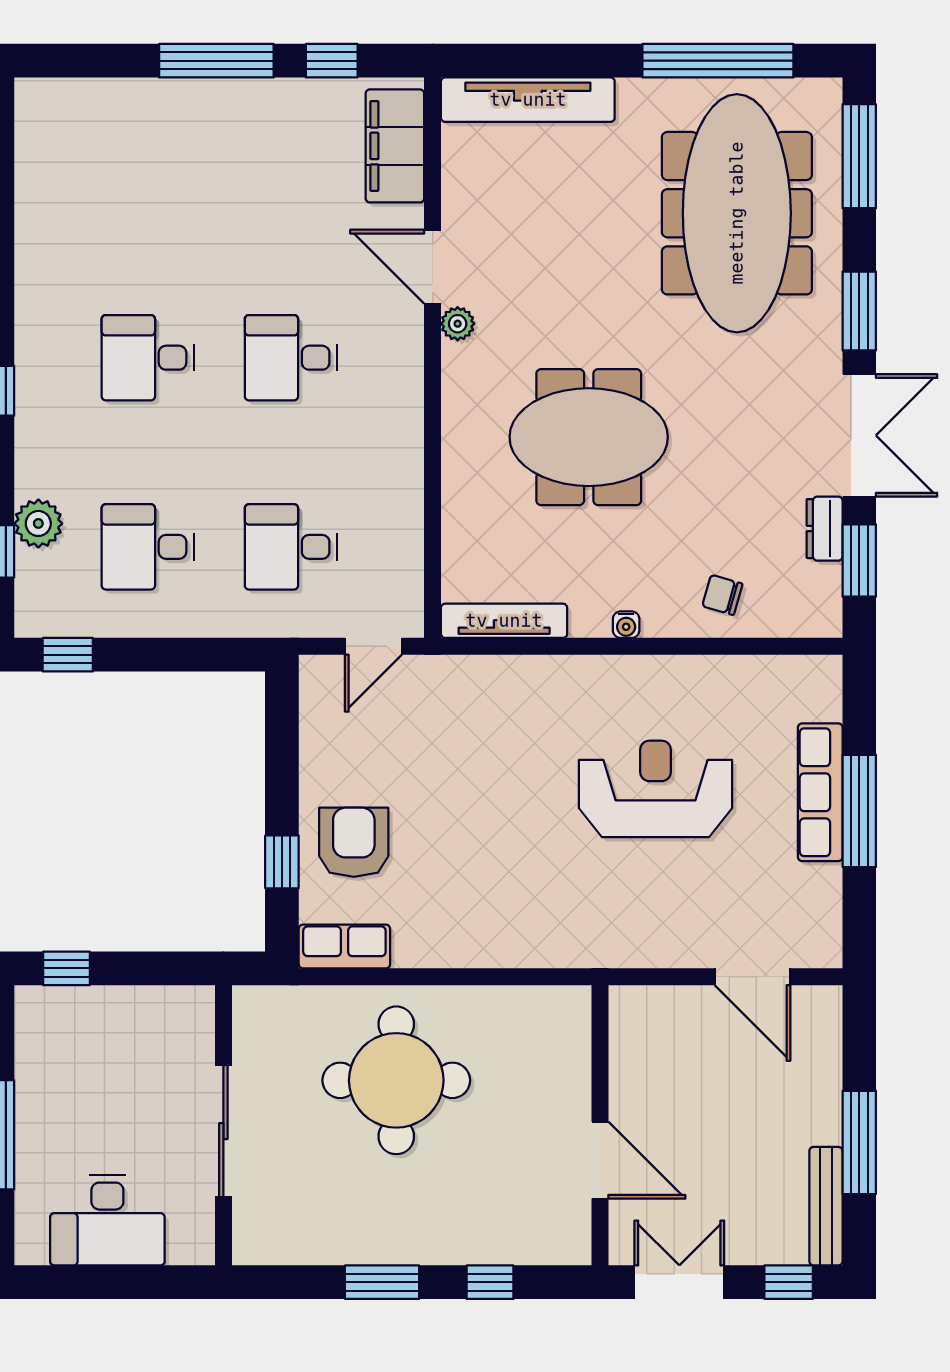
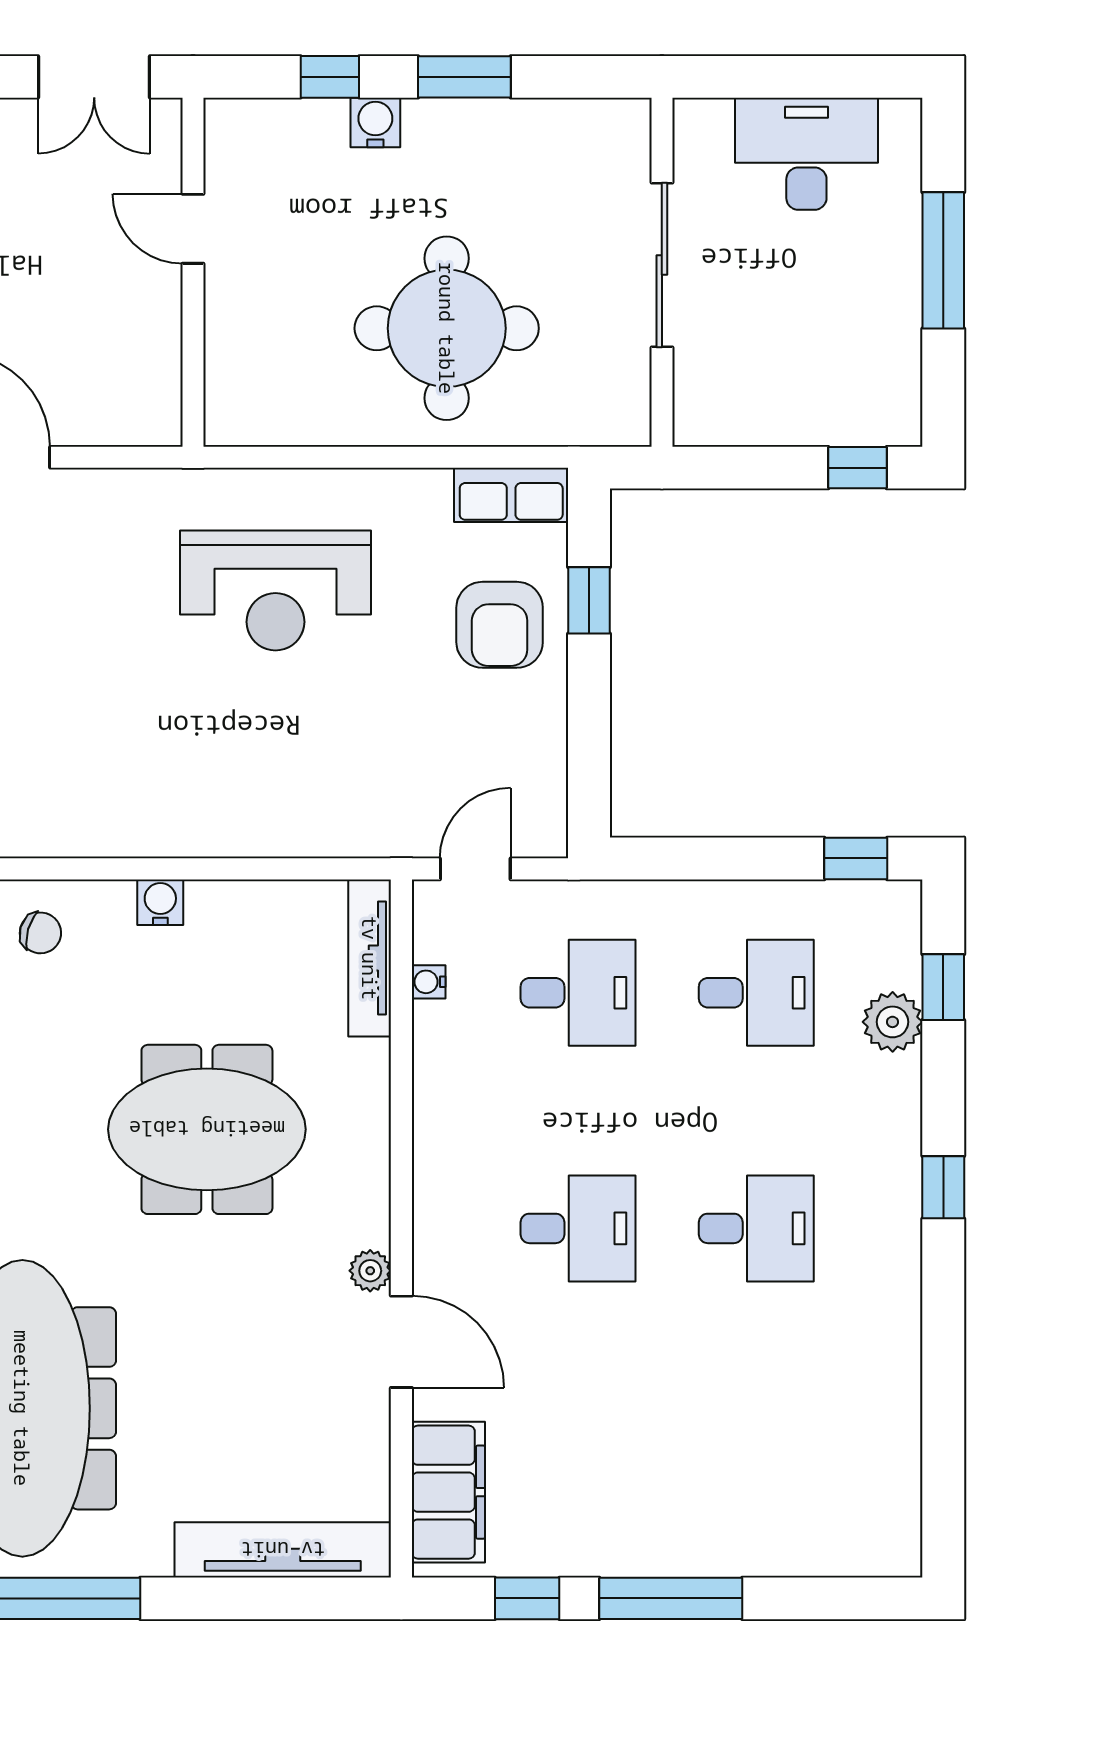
water cooler: (411, 556) -> (429, 982), added
tv unit: (504, 621) -> (370, 958), moved, turned 90
water cooler: (626, 625) -> (160, 902), width x1.38, depth x1.38
reception desk: (656, 789) -> (275, 591), moved
door: (600, 1160) -> (193, 229), width x0.73
water cooler: (453, 1246) -> (375, 122), added

